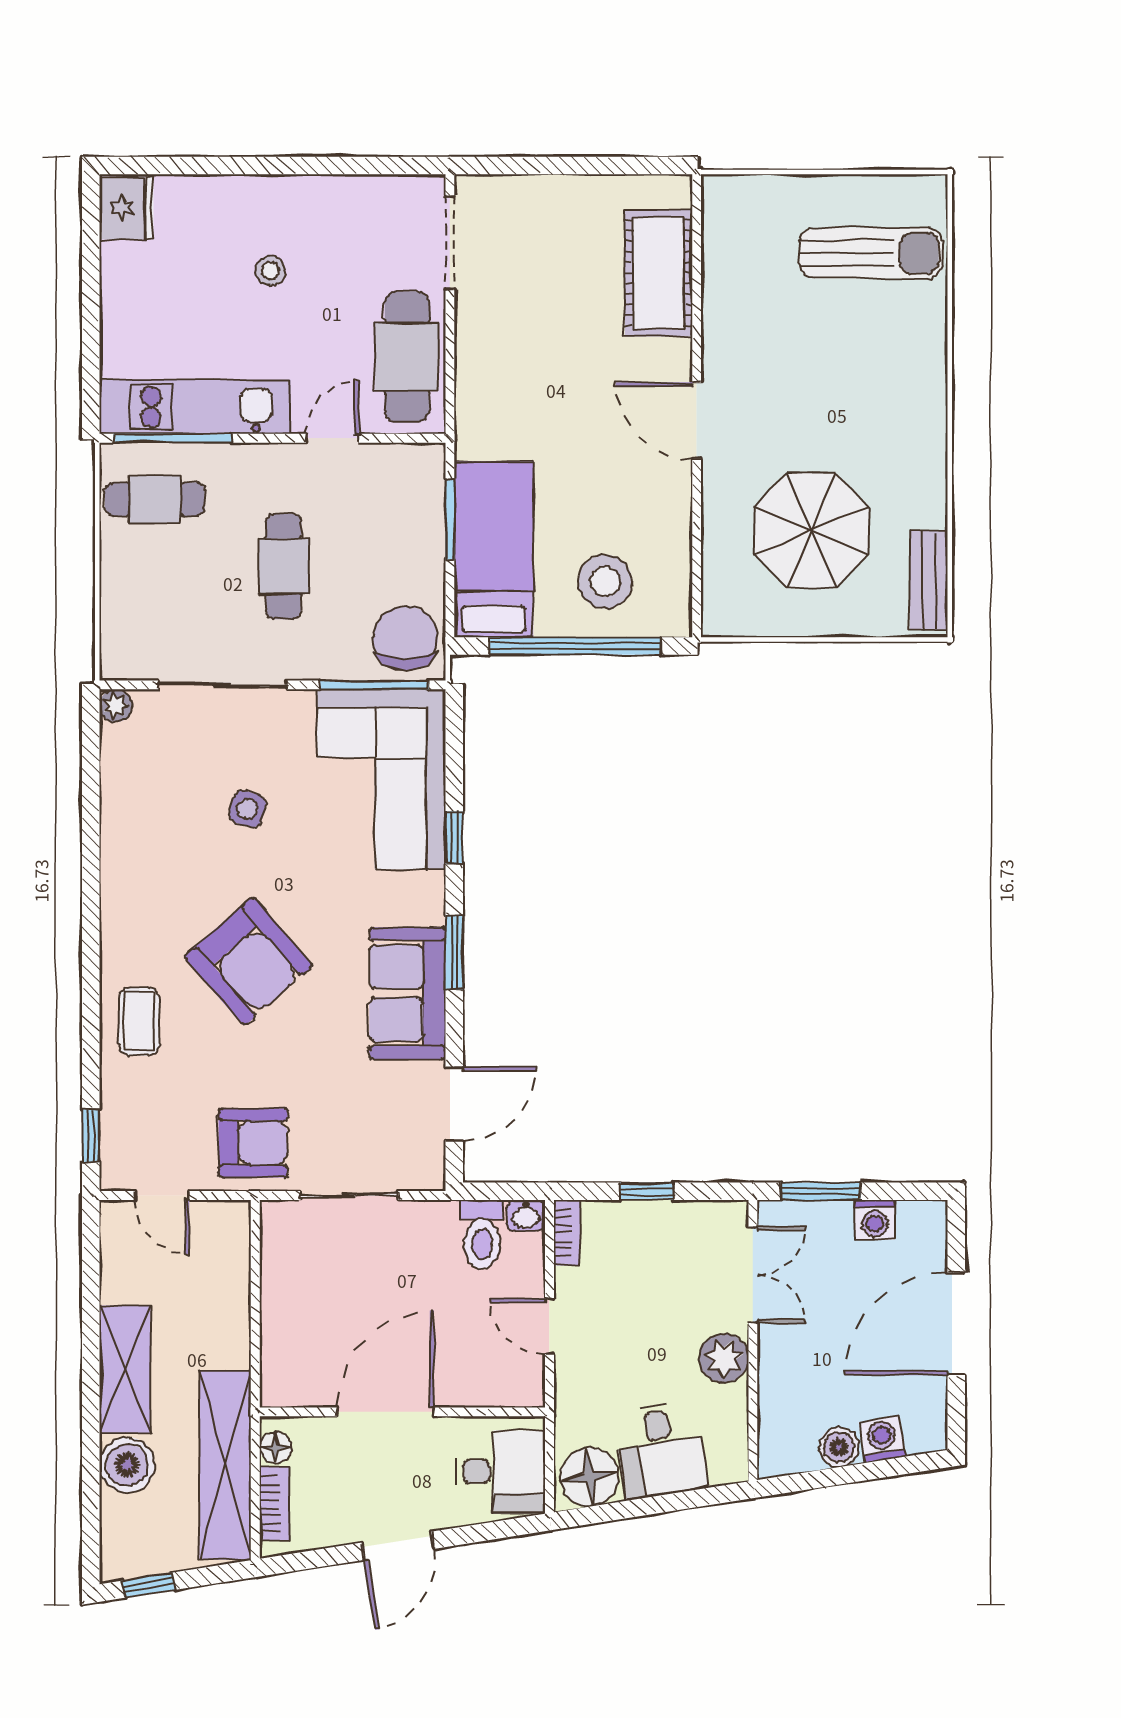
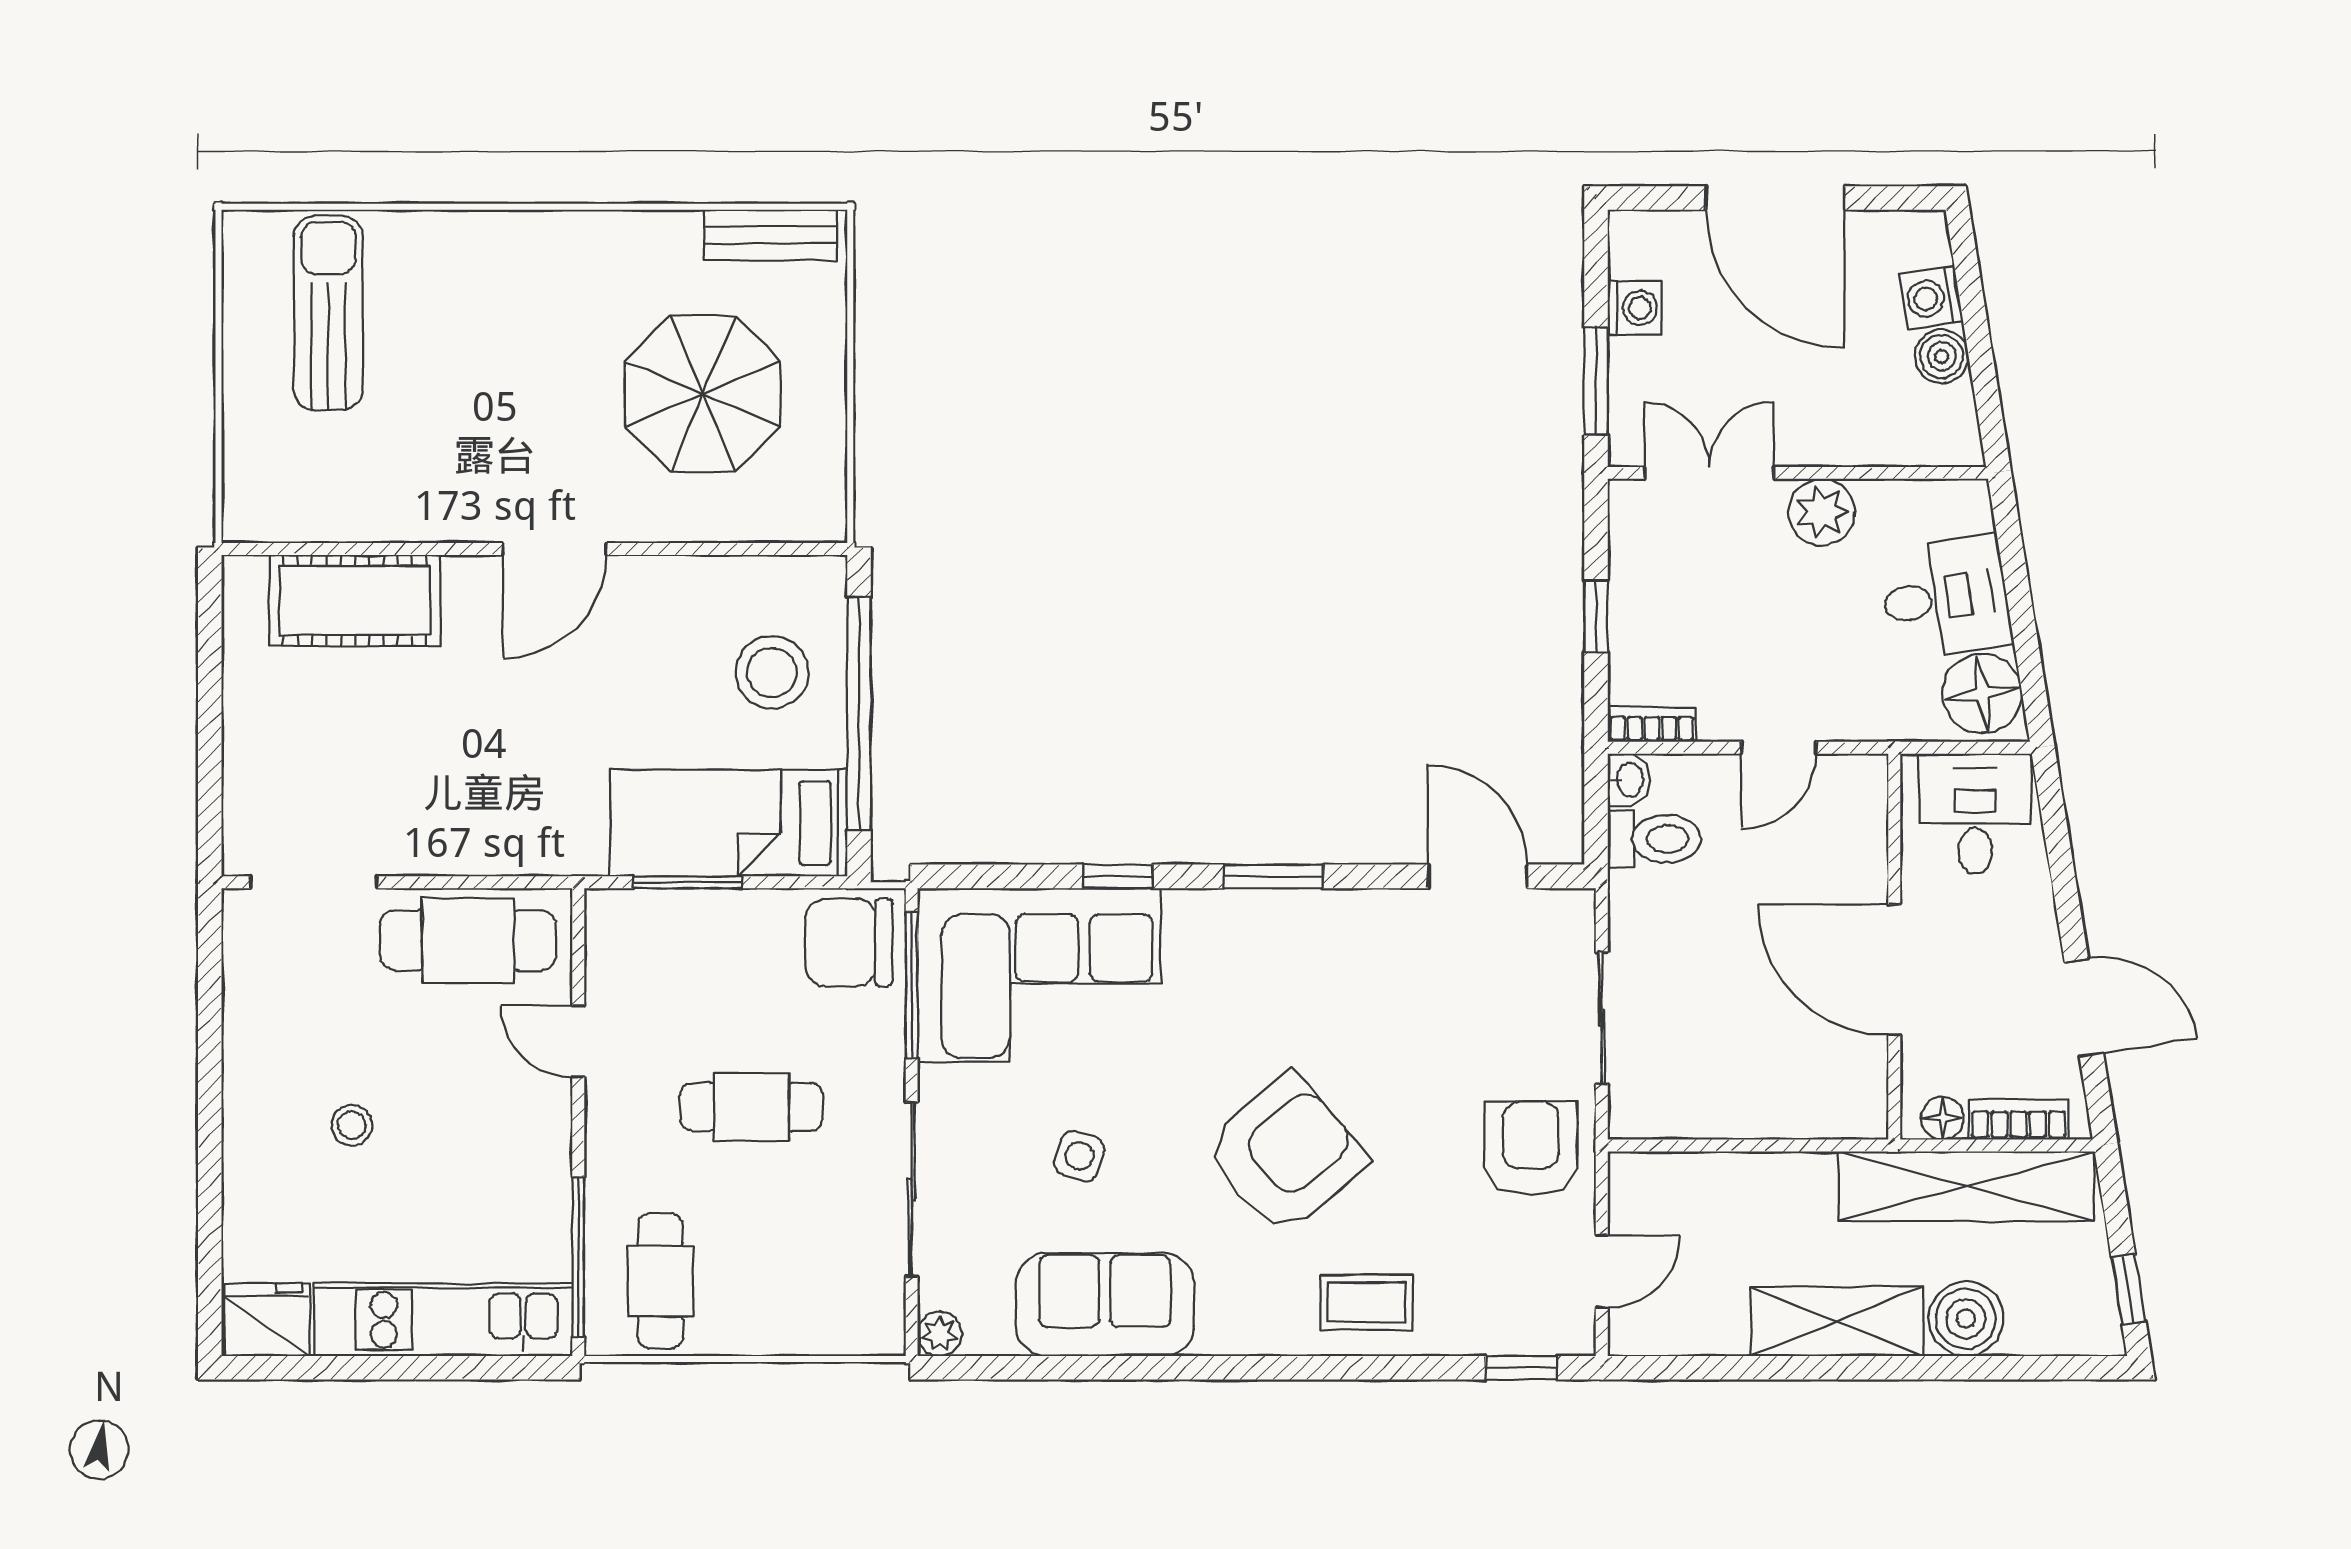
kitchen unit: (195, 407) -> (443, 1320), moved, turned 90
sofa: (407, 993) -> (1105, 1305), moved, turned 180
door: (398, 1546) -> (2084, 1008), moved

